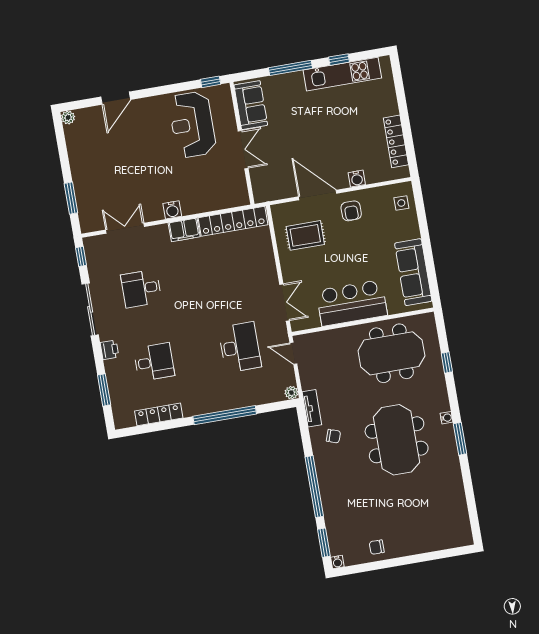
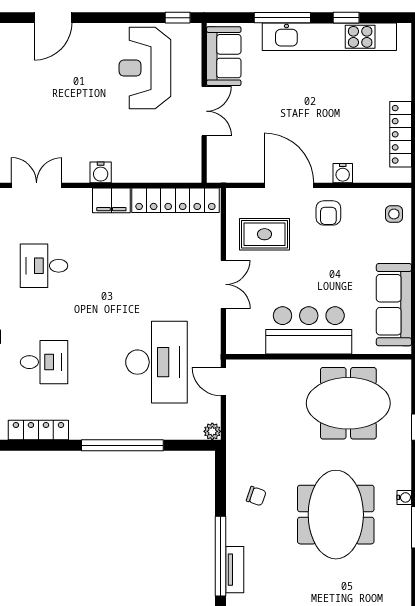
kitchen unit: (342, 74) -> (329, 37), width x1.36
double door: (285, 302) -> (223, 284), moved
desk: (240, 347) -> (156, 362), width x1.36, depth x1.30
tv unit: (312, 408) -> (235, 570), moved

